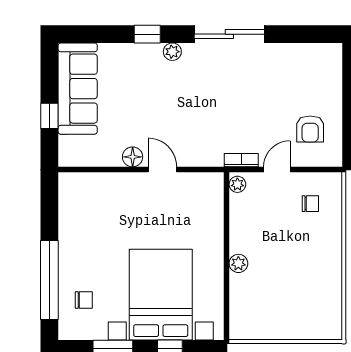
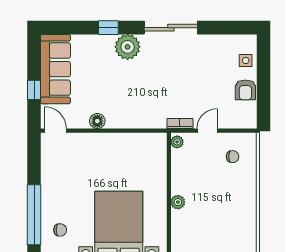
plant: (172, 52) -> (128, 47), width x1.88, depth x1.88
side table: (328, 77) -> (246, 61), added
armchair: (310, 129) -> (245, 90), moved
door: (162, 170) -> (55, 131), moved

